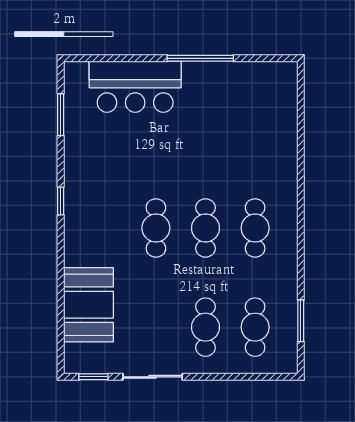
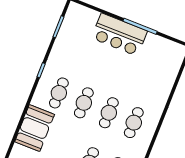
bar counter: (135, 87) -> (119, 35), moved
cafe table: (106, 228) -> (59, 93), added

